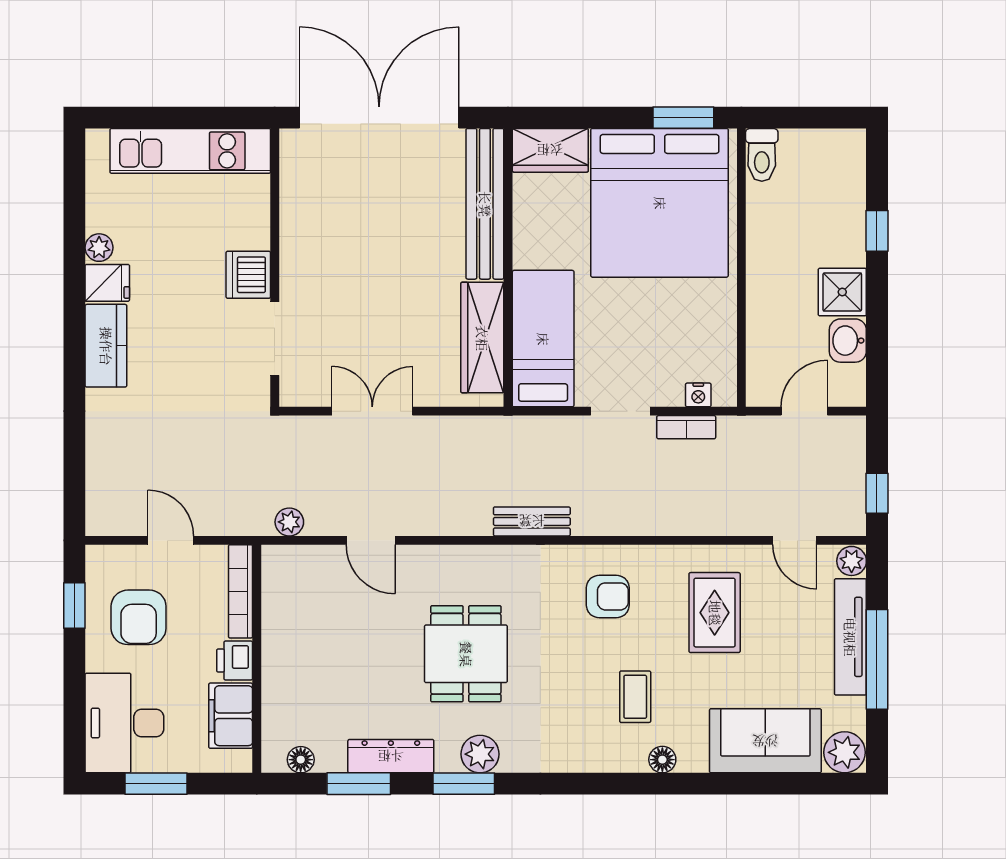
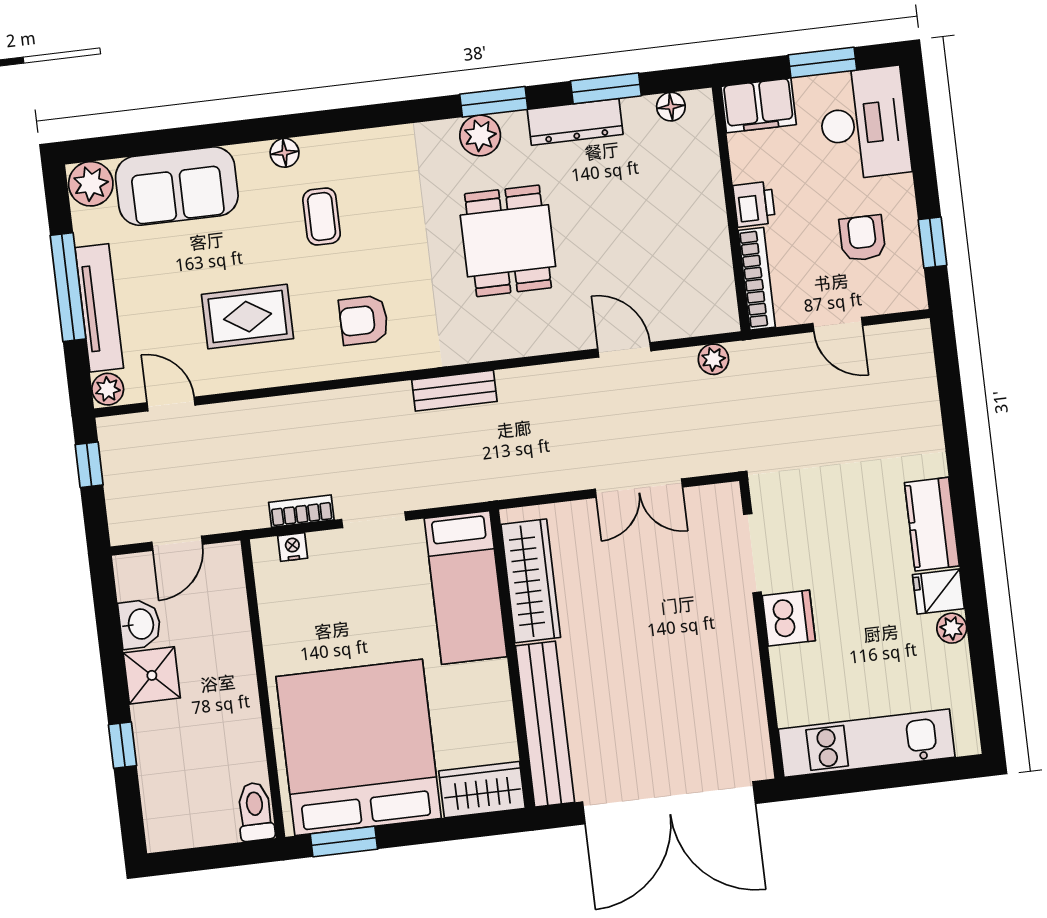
rug: (715, 613) -> (248, 317), turned 90
armchair: (139, 617) -> (862, 238), width x0.72, depth x0.72
filing cabinet: (231, 716) -> (759, 105), moved, turned 90

